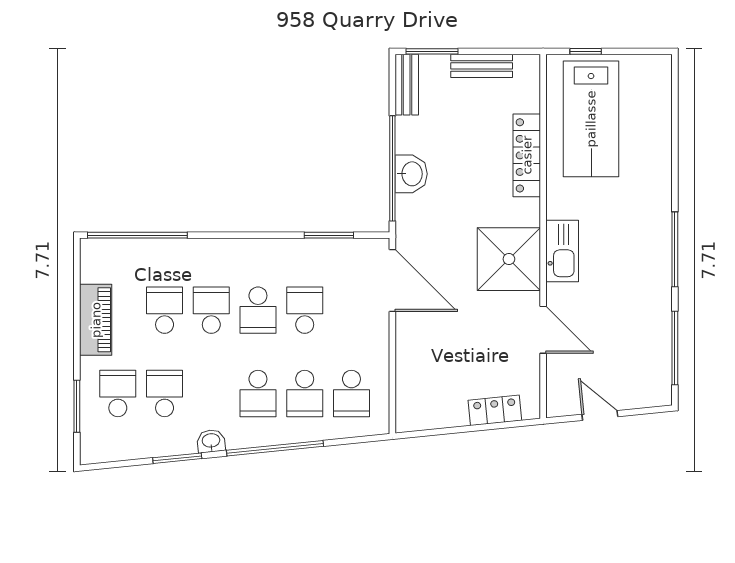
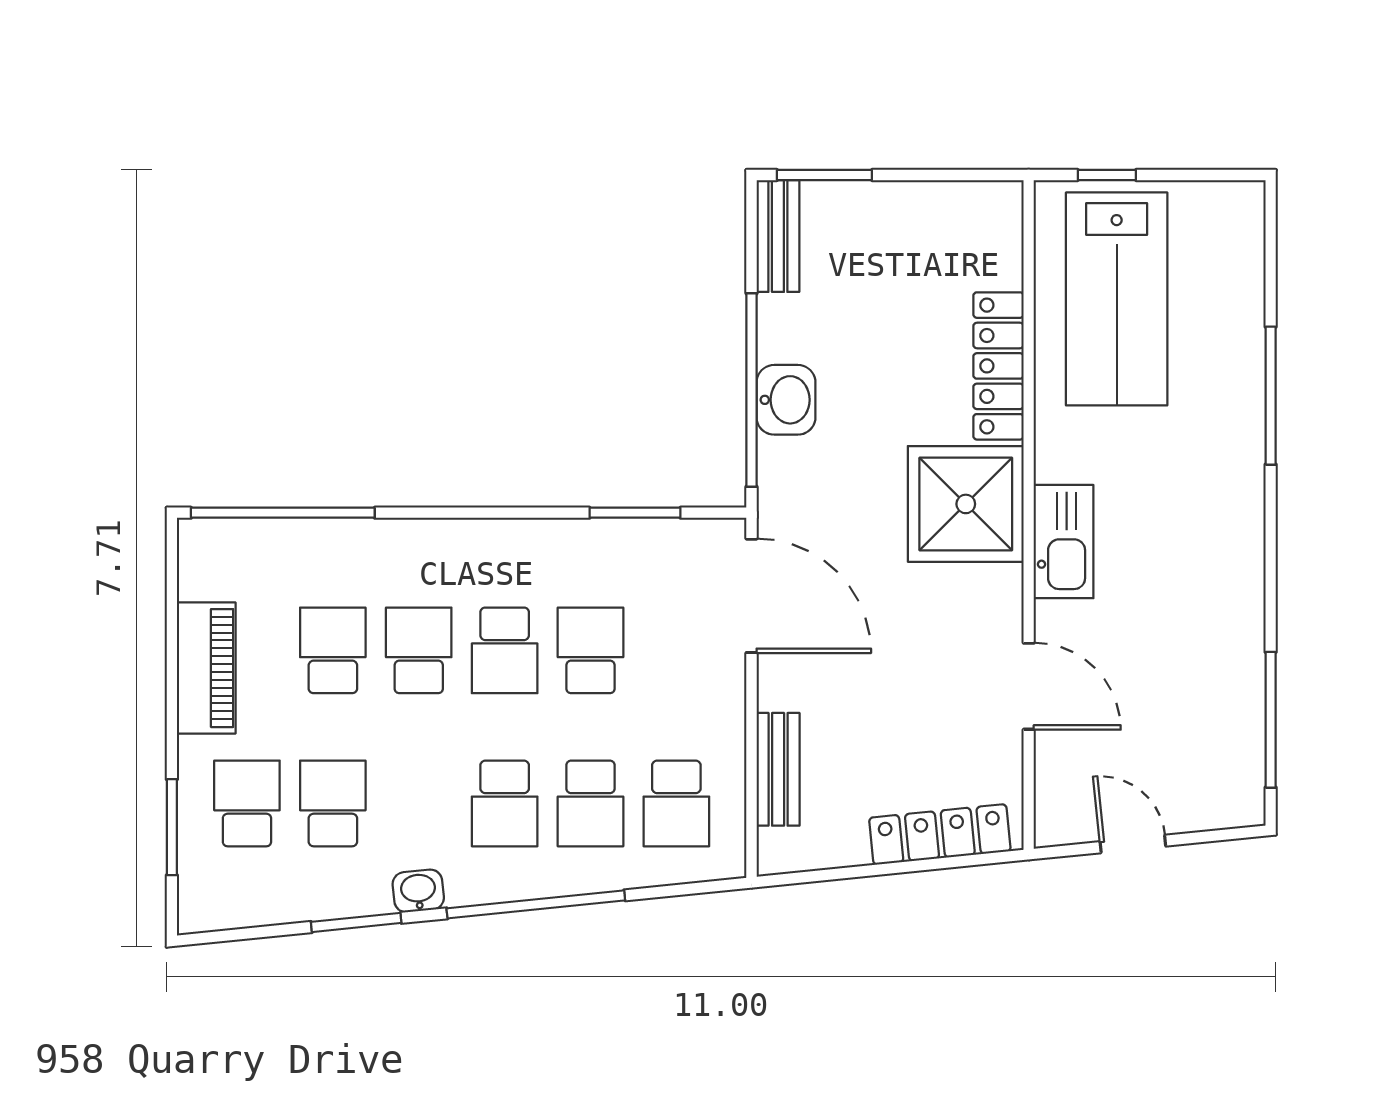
bench: (482, 66) -> (778, 769), moved, turned 90
window: (675, 249) -> (1271, 396), moved
shower: (509, 259) -> (966, 504), moved
locker: (495, 410) -> (940, 834), width x1.53

